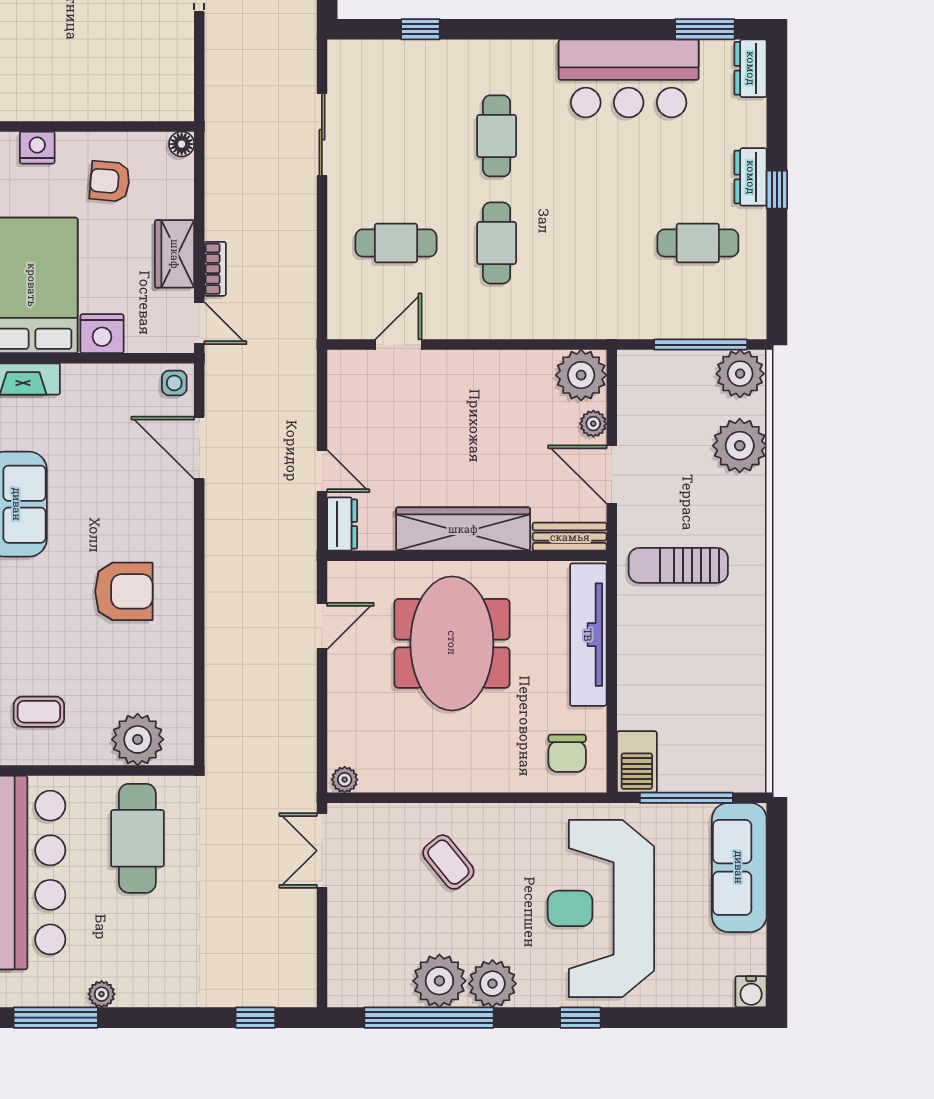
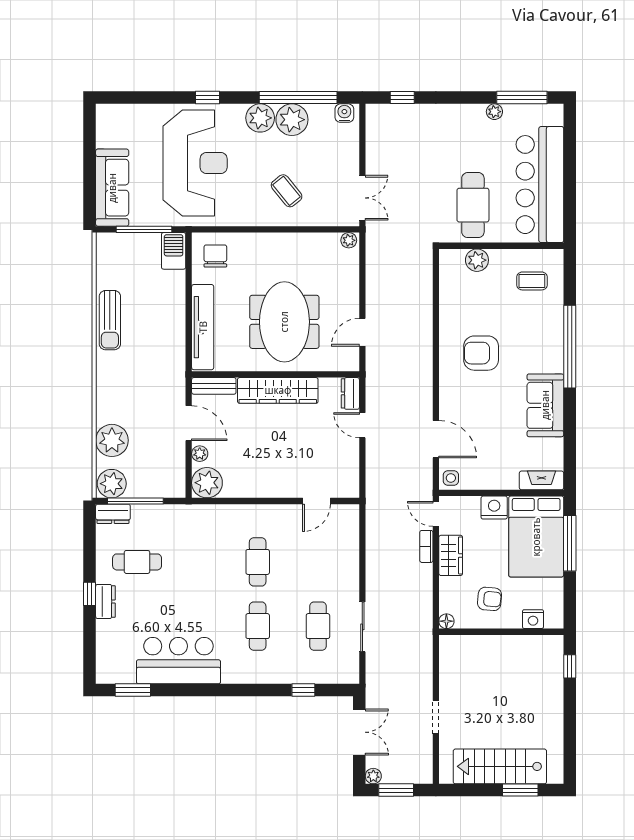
dresser: (751, 68) -> (113, 514), moved, turned 90
cafe table: (396, 243) -> (318, 626), moved, turned 90
sun lounger: (678, 565) -> (110, 320), moved, turned 90
plant: (138, 739) -> (477, 260), width x0.73, depth x0.73
water cooler: (751, 992) -> (344, 113), moved

